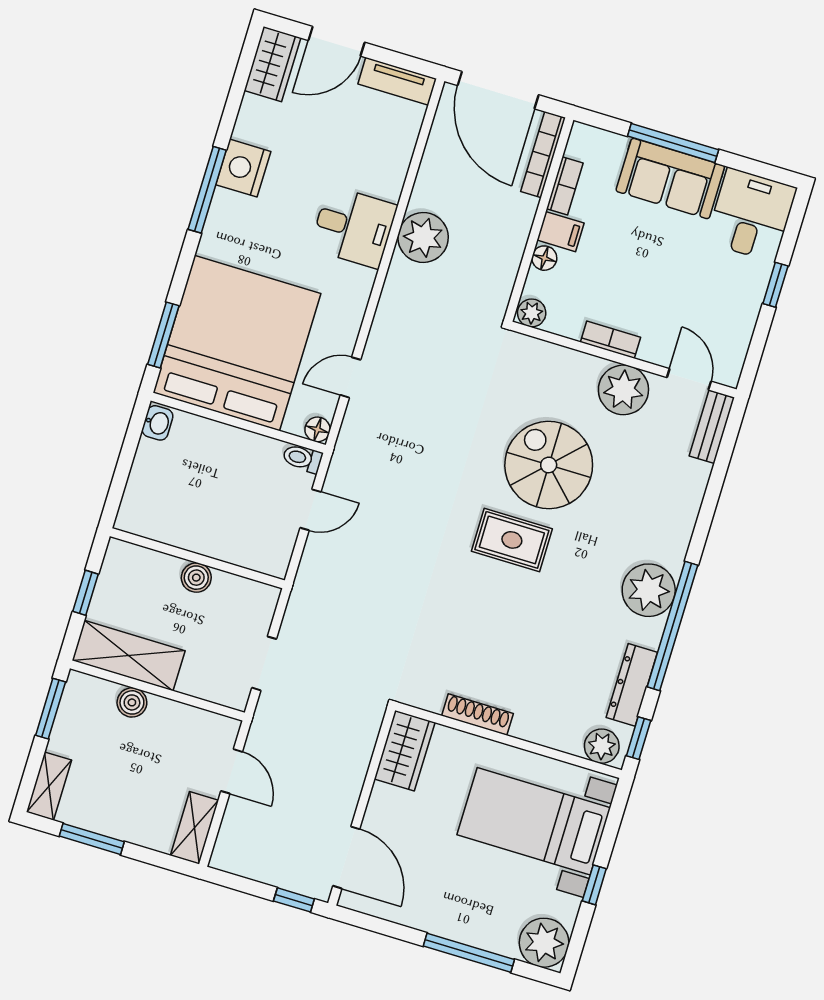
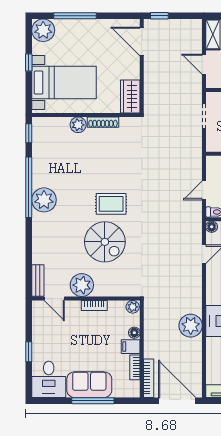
dresser: (632, 685) -> (39, 156), removed
plant: (602, 746) -> (78, 125), moved

